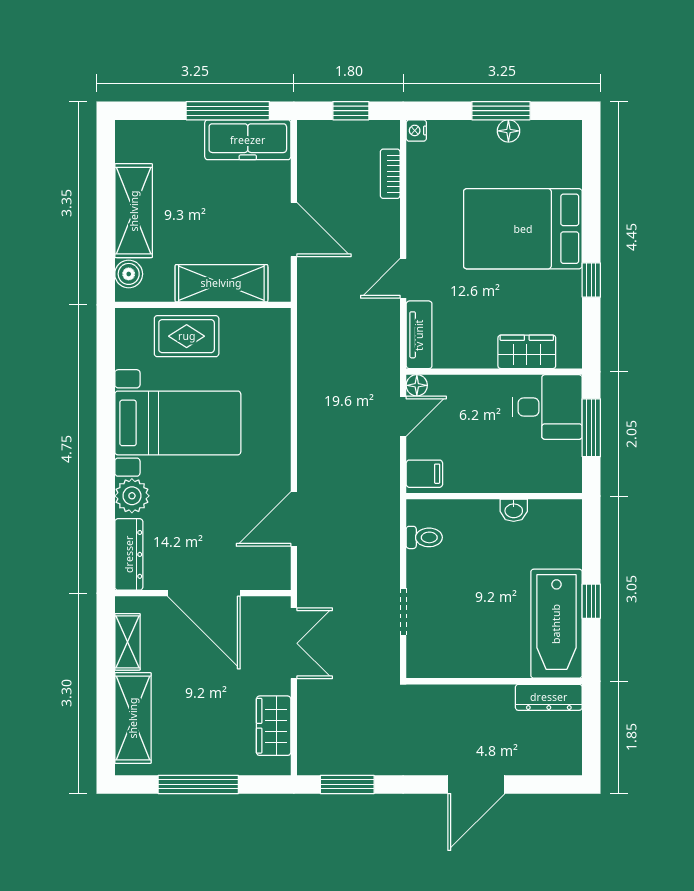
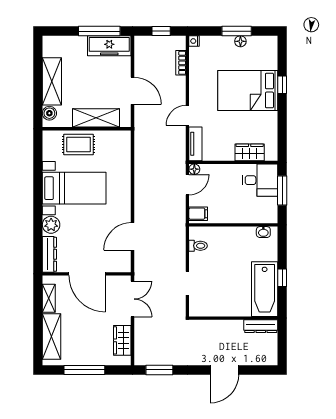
window: (591, 280) -> (282, 85), moved
washbasin: (514, 510) -> (263, 232), moved

